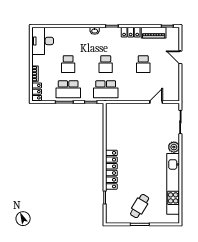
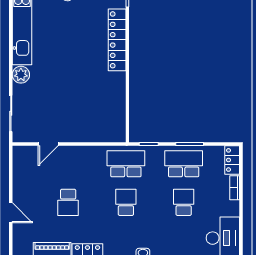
school desk: (143, 64) -> (68, 202), turned 180

